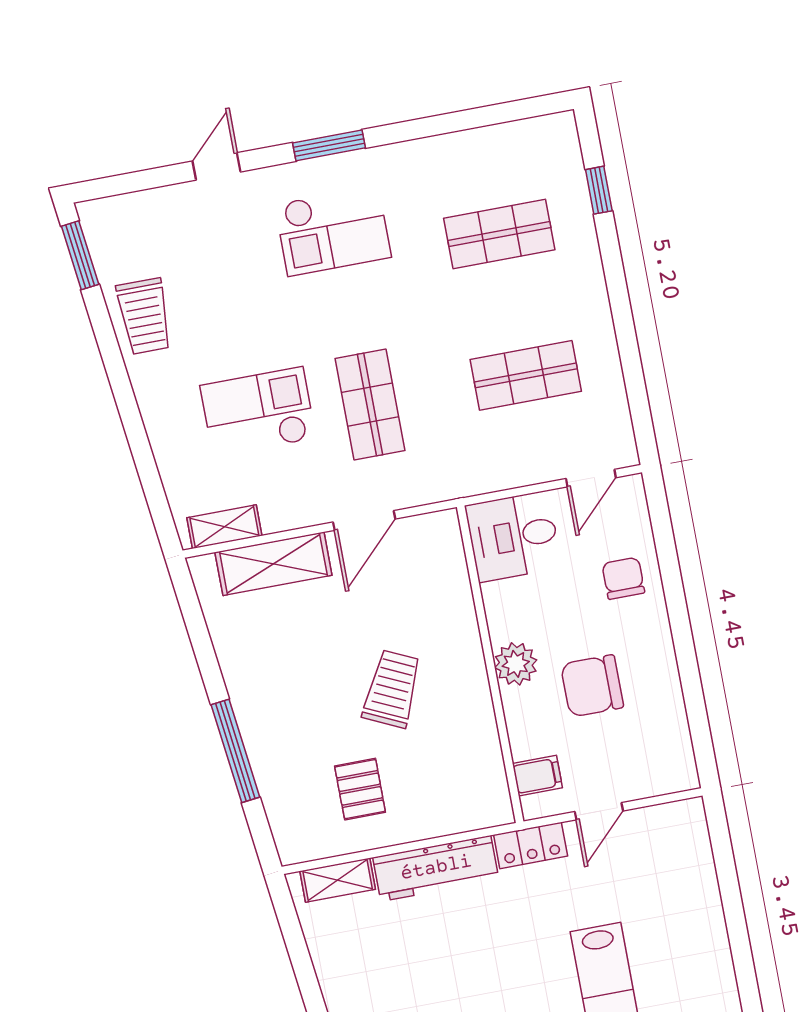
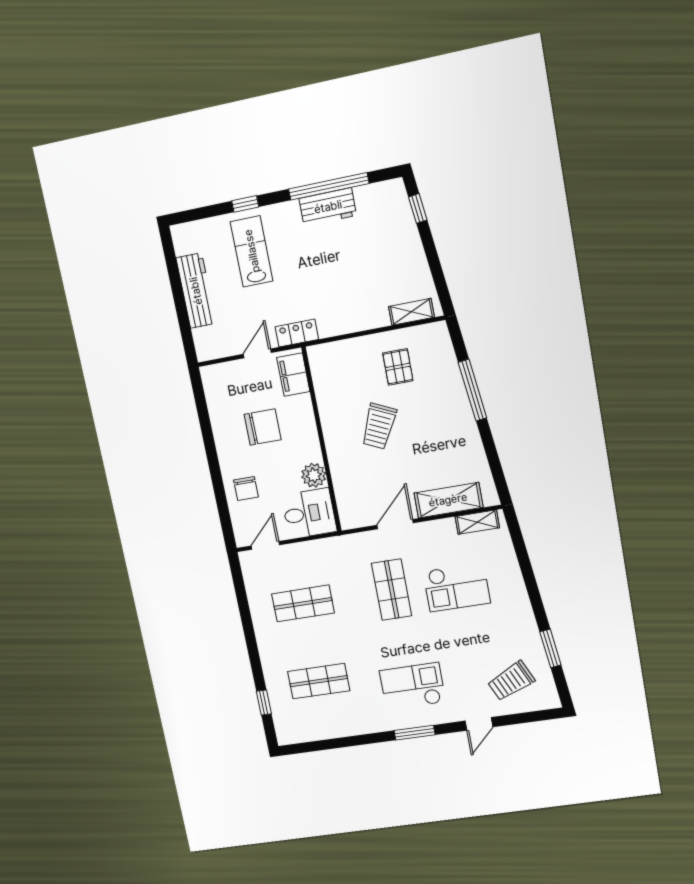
window: (80, 255) -> (550, 648), moved
trolley: (144, 316) -> (511, 681), moved, turned -115
plant: (516, 664) -> (314, 475), moved
filing cabinet: (537, 776) -> (293, 375), width x2.00
workbench: (436, 868) -> (196, 291), moved, turned 90

